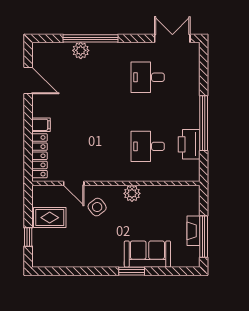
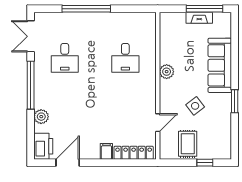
window: (91, 38) -> (31, 85), moved
window: (204, 123) -> (86, 9), moved
printer: (189, 144) -> (43, 146), moved, turned -90
side table: (97, 207) -> (195, 106), moved
sofa: (147, 254) -> (220, 65), width x1.36
window: (132, 271) -> (235, 101), moved

